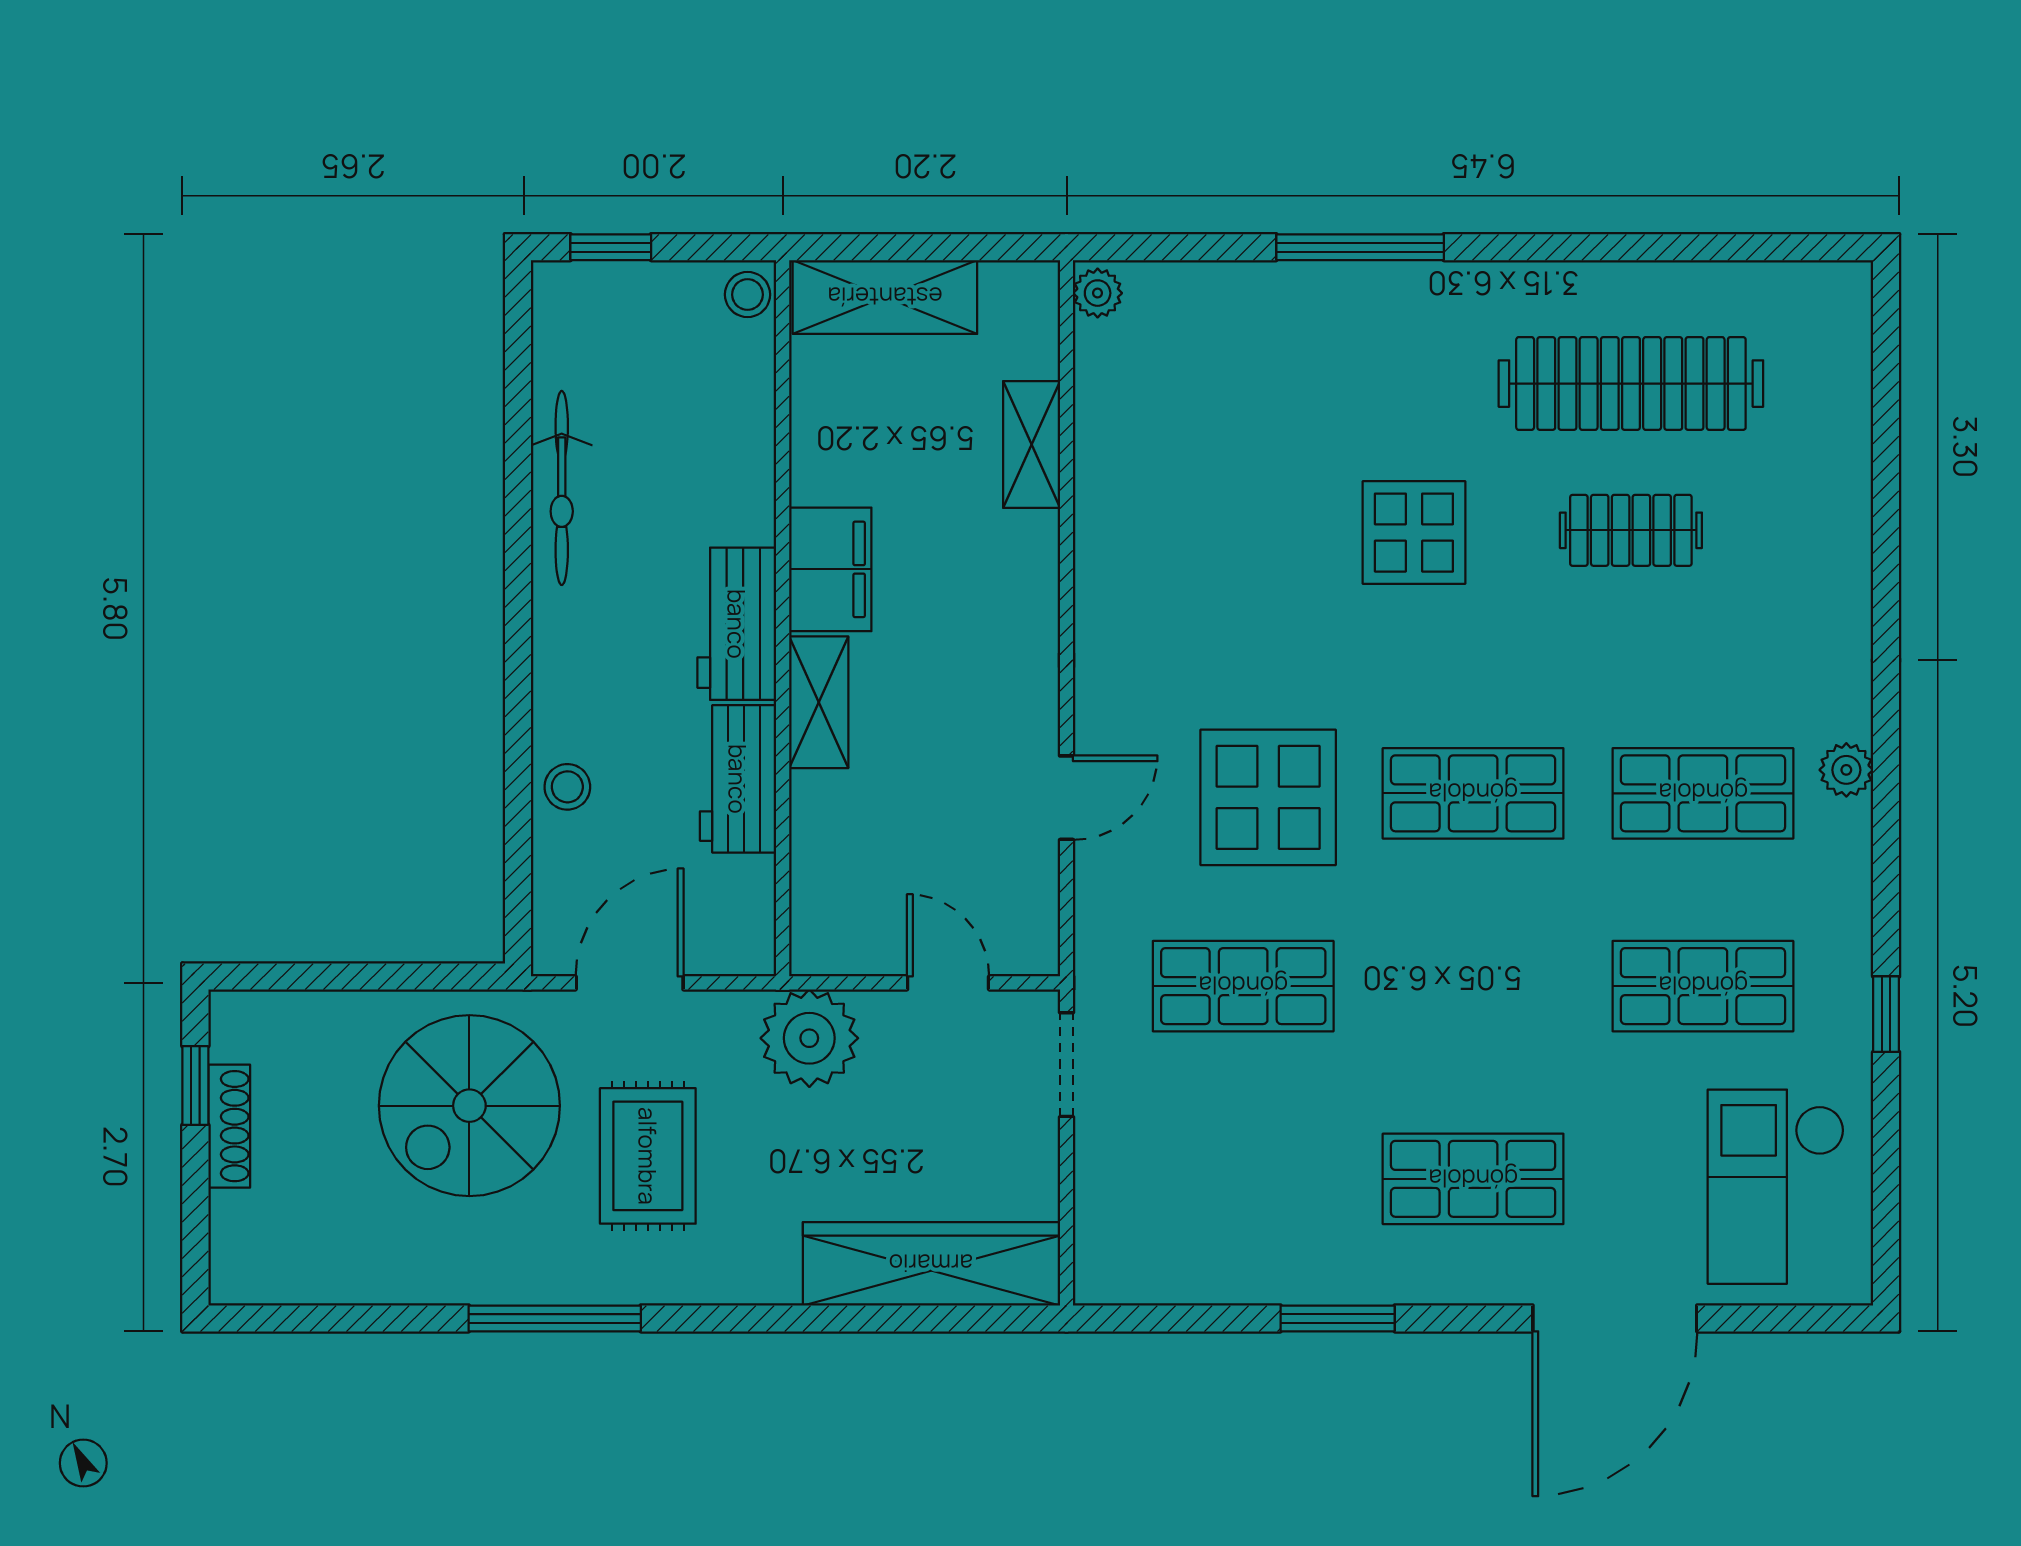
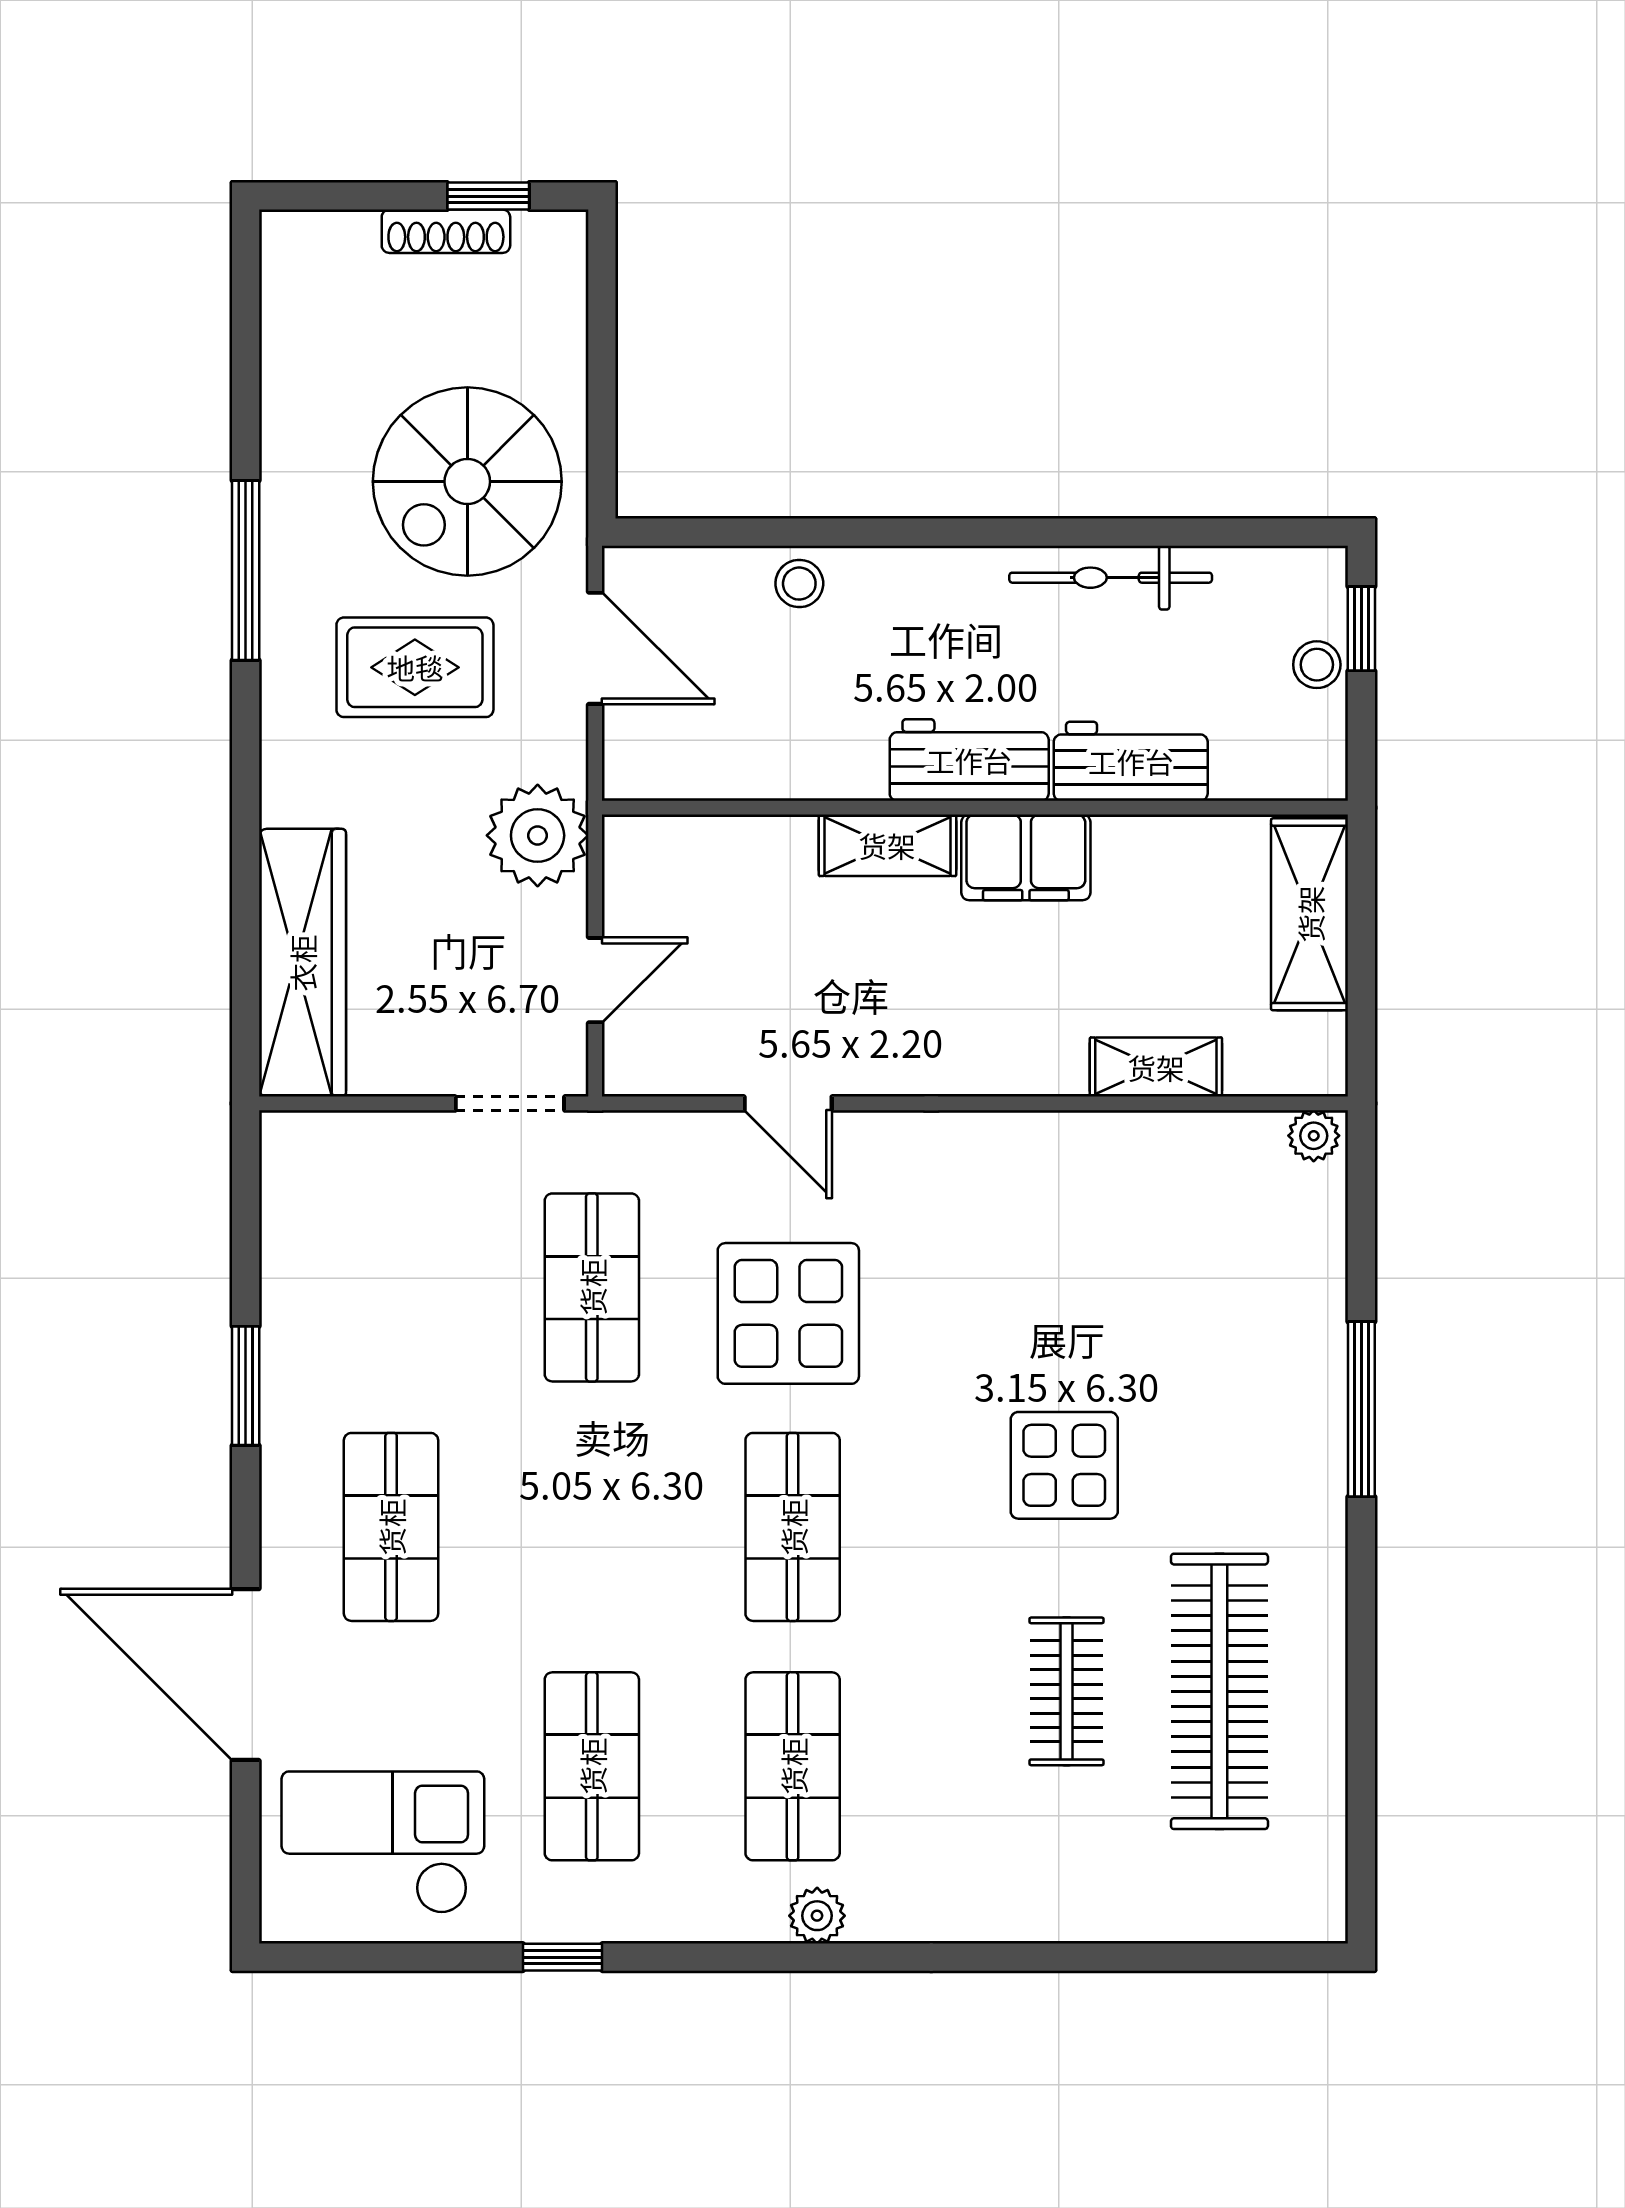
stool: (748, 295) -> (1317, 665), moved
workbench: (738, 779) -> (1131, 761), moved
spiral stairs: (469, 1106) -> (467, 482), turned -90

